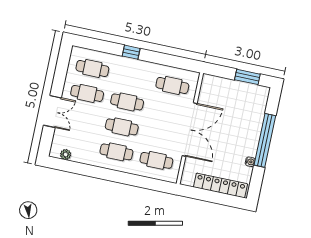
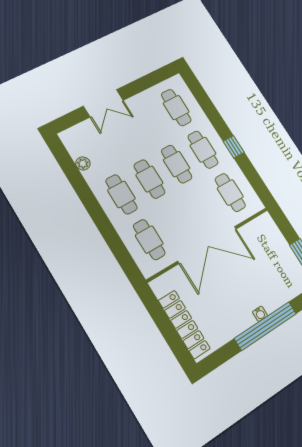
window: (131, 52) -> (234, 147), moved
cafe table: (87, 93) -> (203, 150), moved
plant: (66, 155) -> (83, 163), moved
water cooler: (250, 162) -> (260, 314), moved

